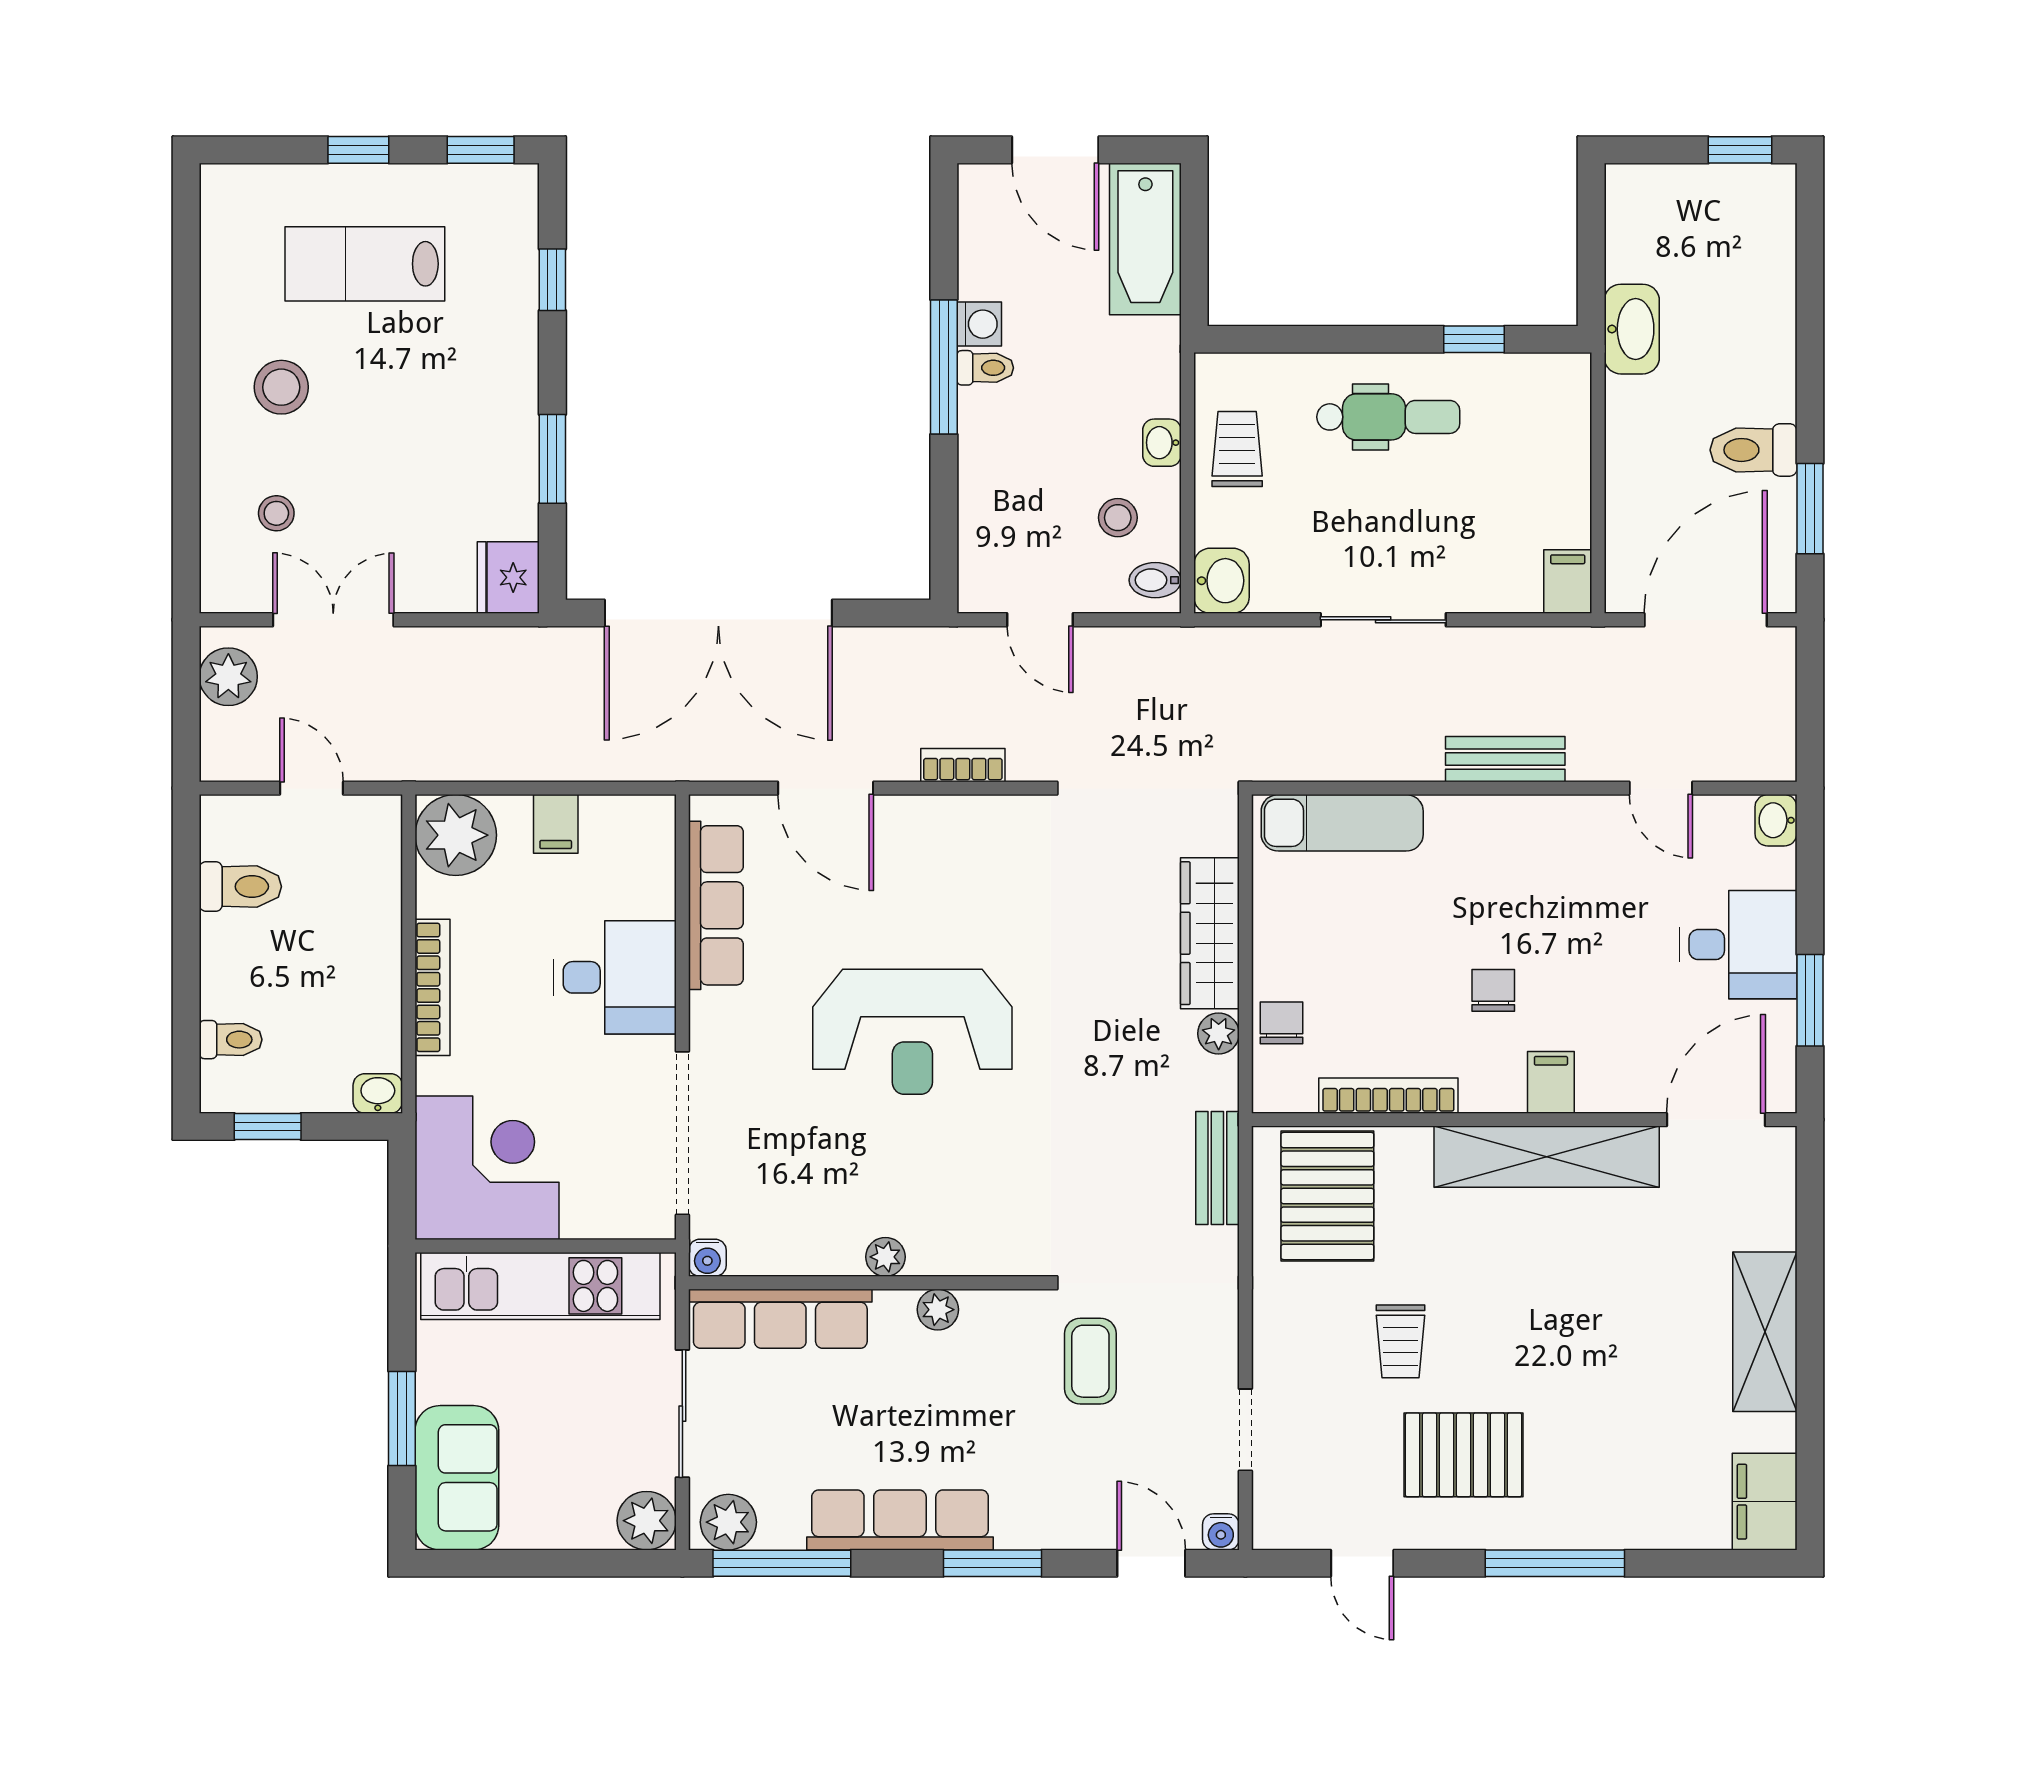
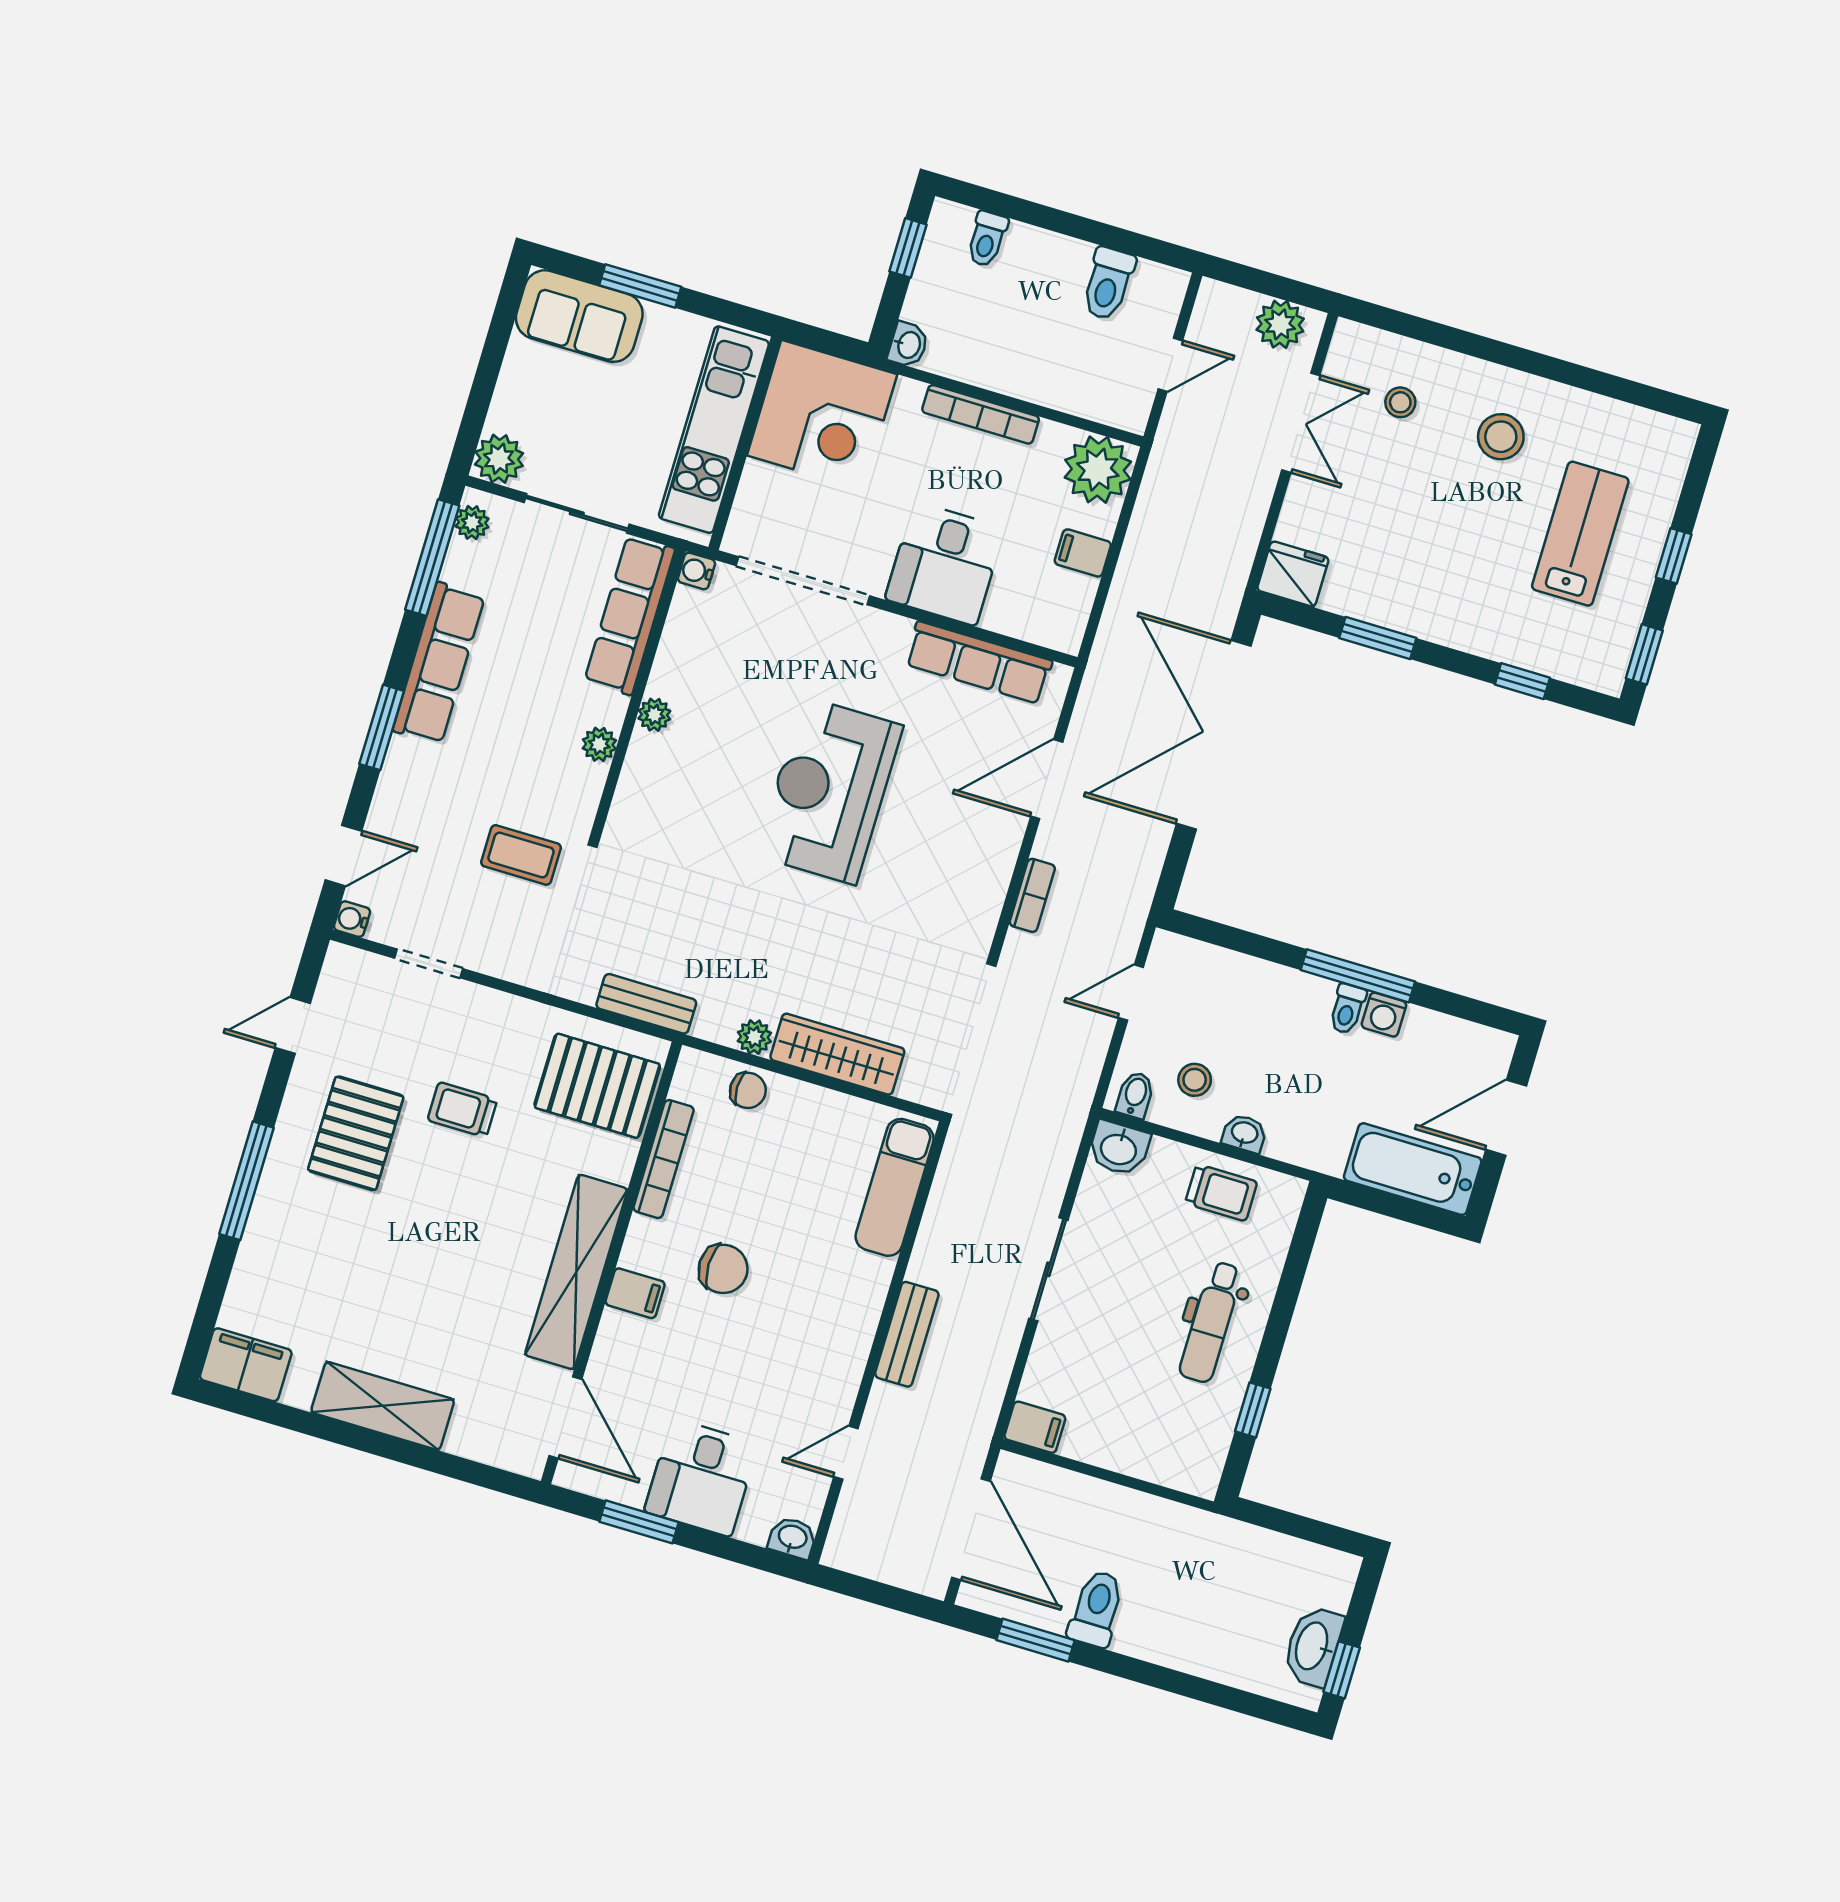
washbasin: (1632, 329) -> (1313, 1646), moved, turned 90
chair: (1493, 990) -> (723, 1269), width x1.37, depth x1.37
plant: (728, 1522) -> (472, 522), width x0.73, depth x0.73

